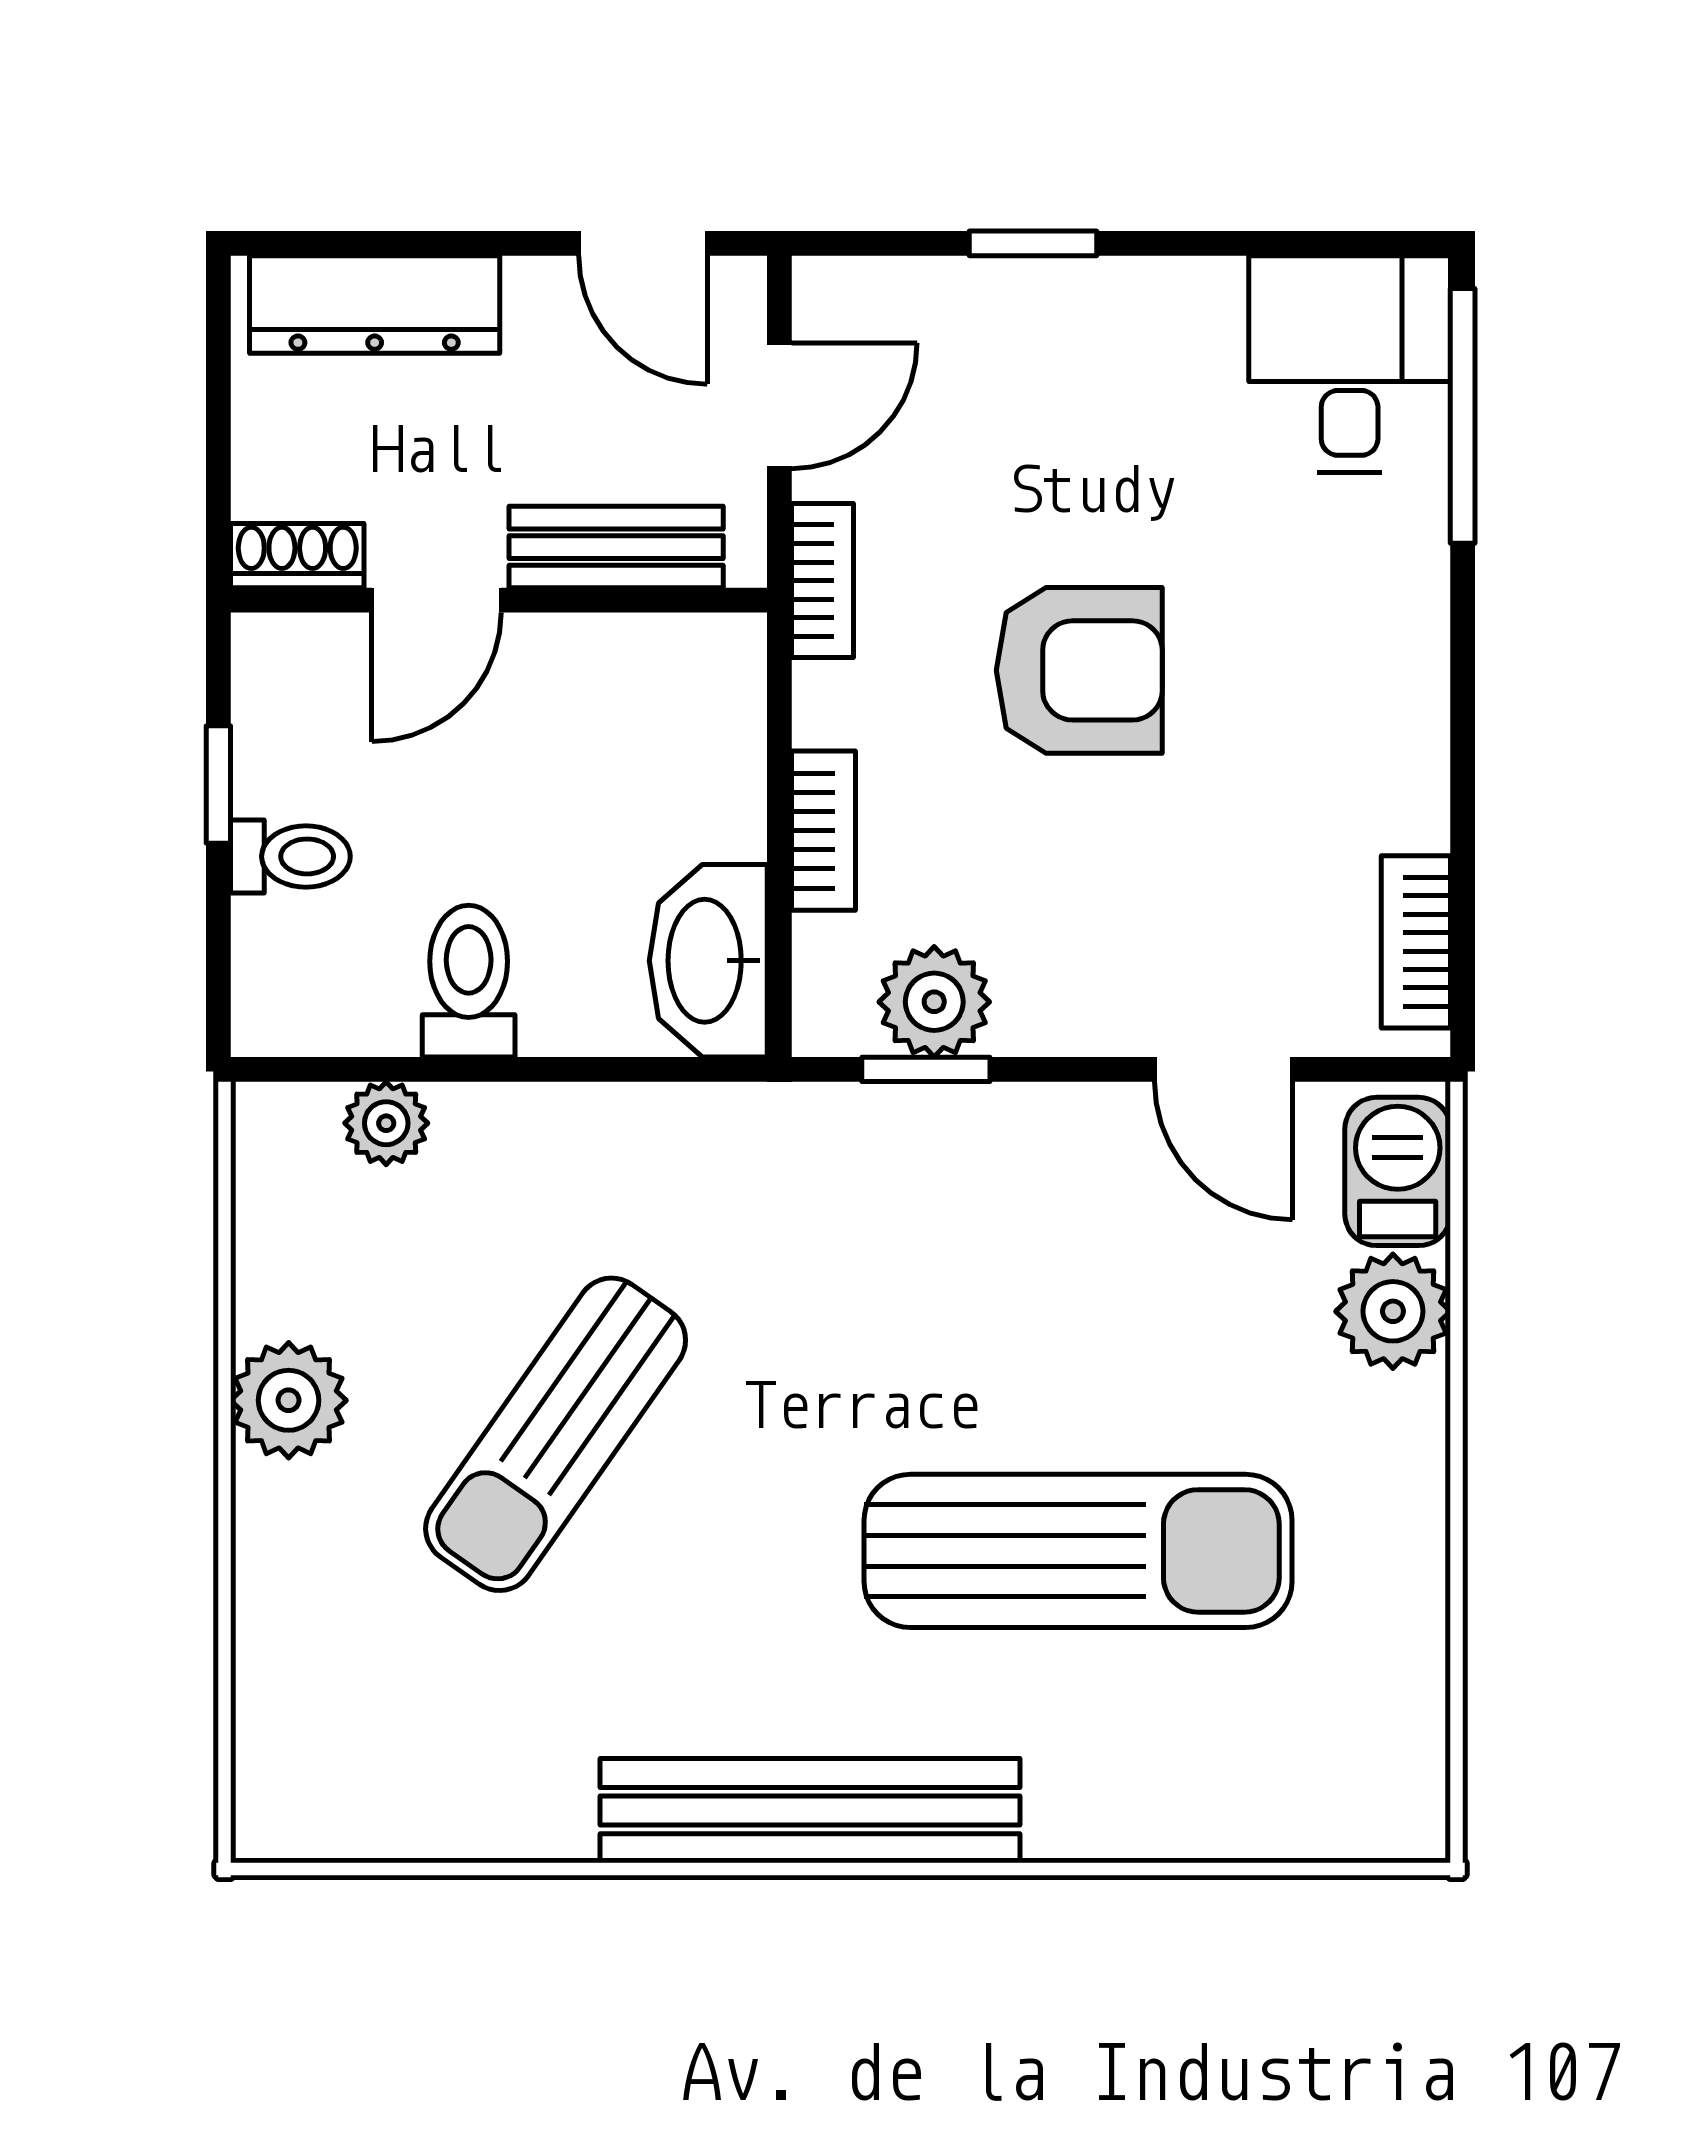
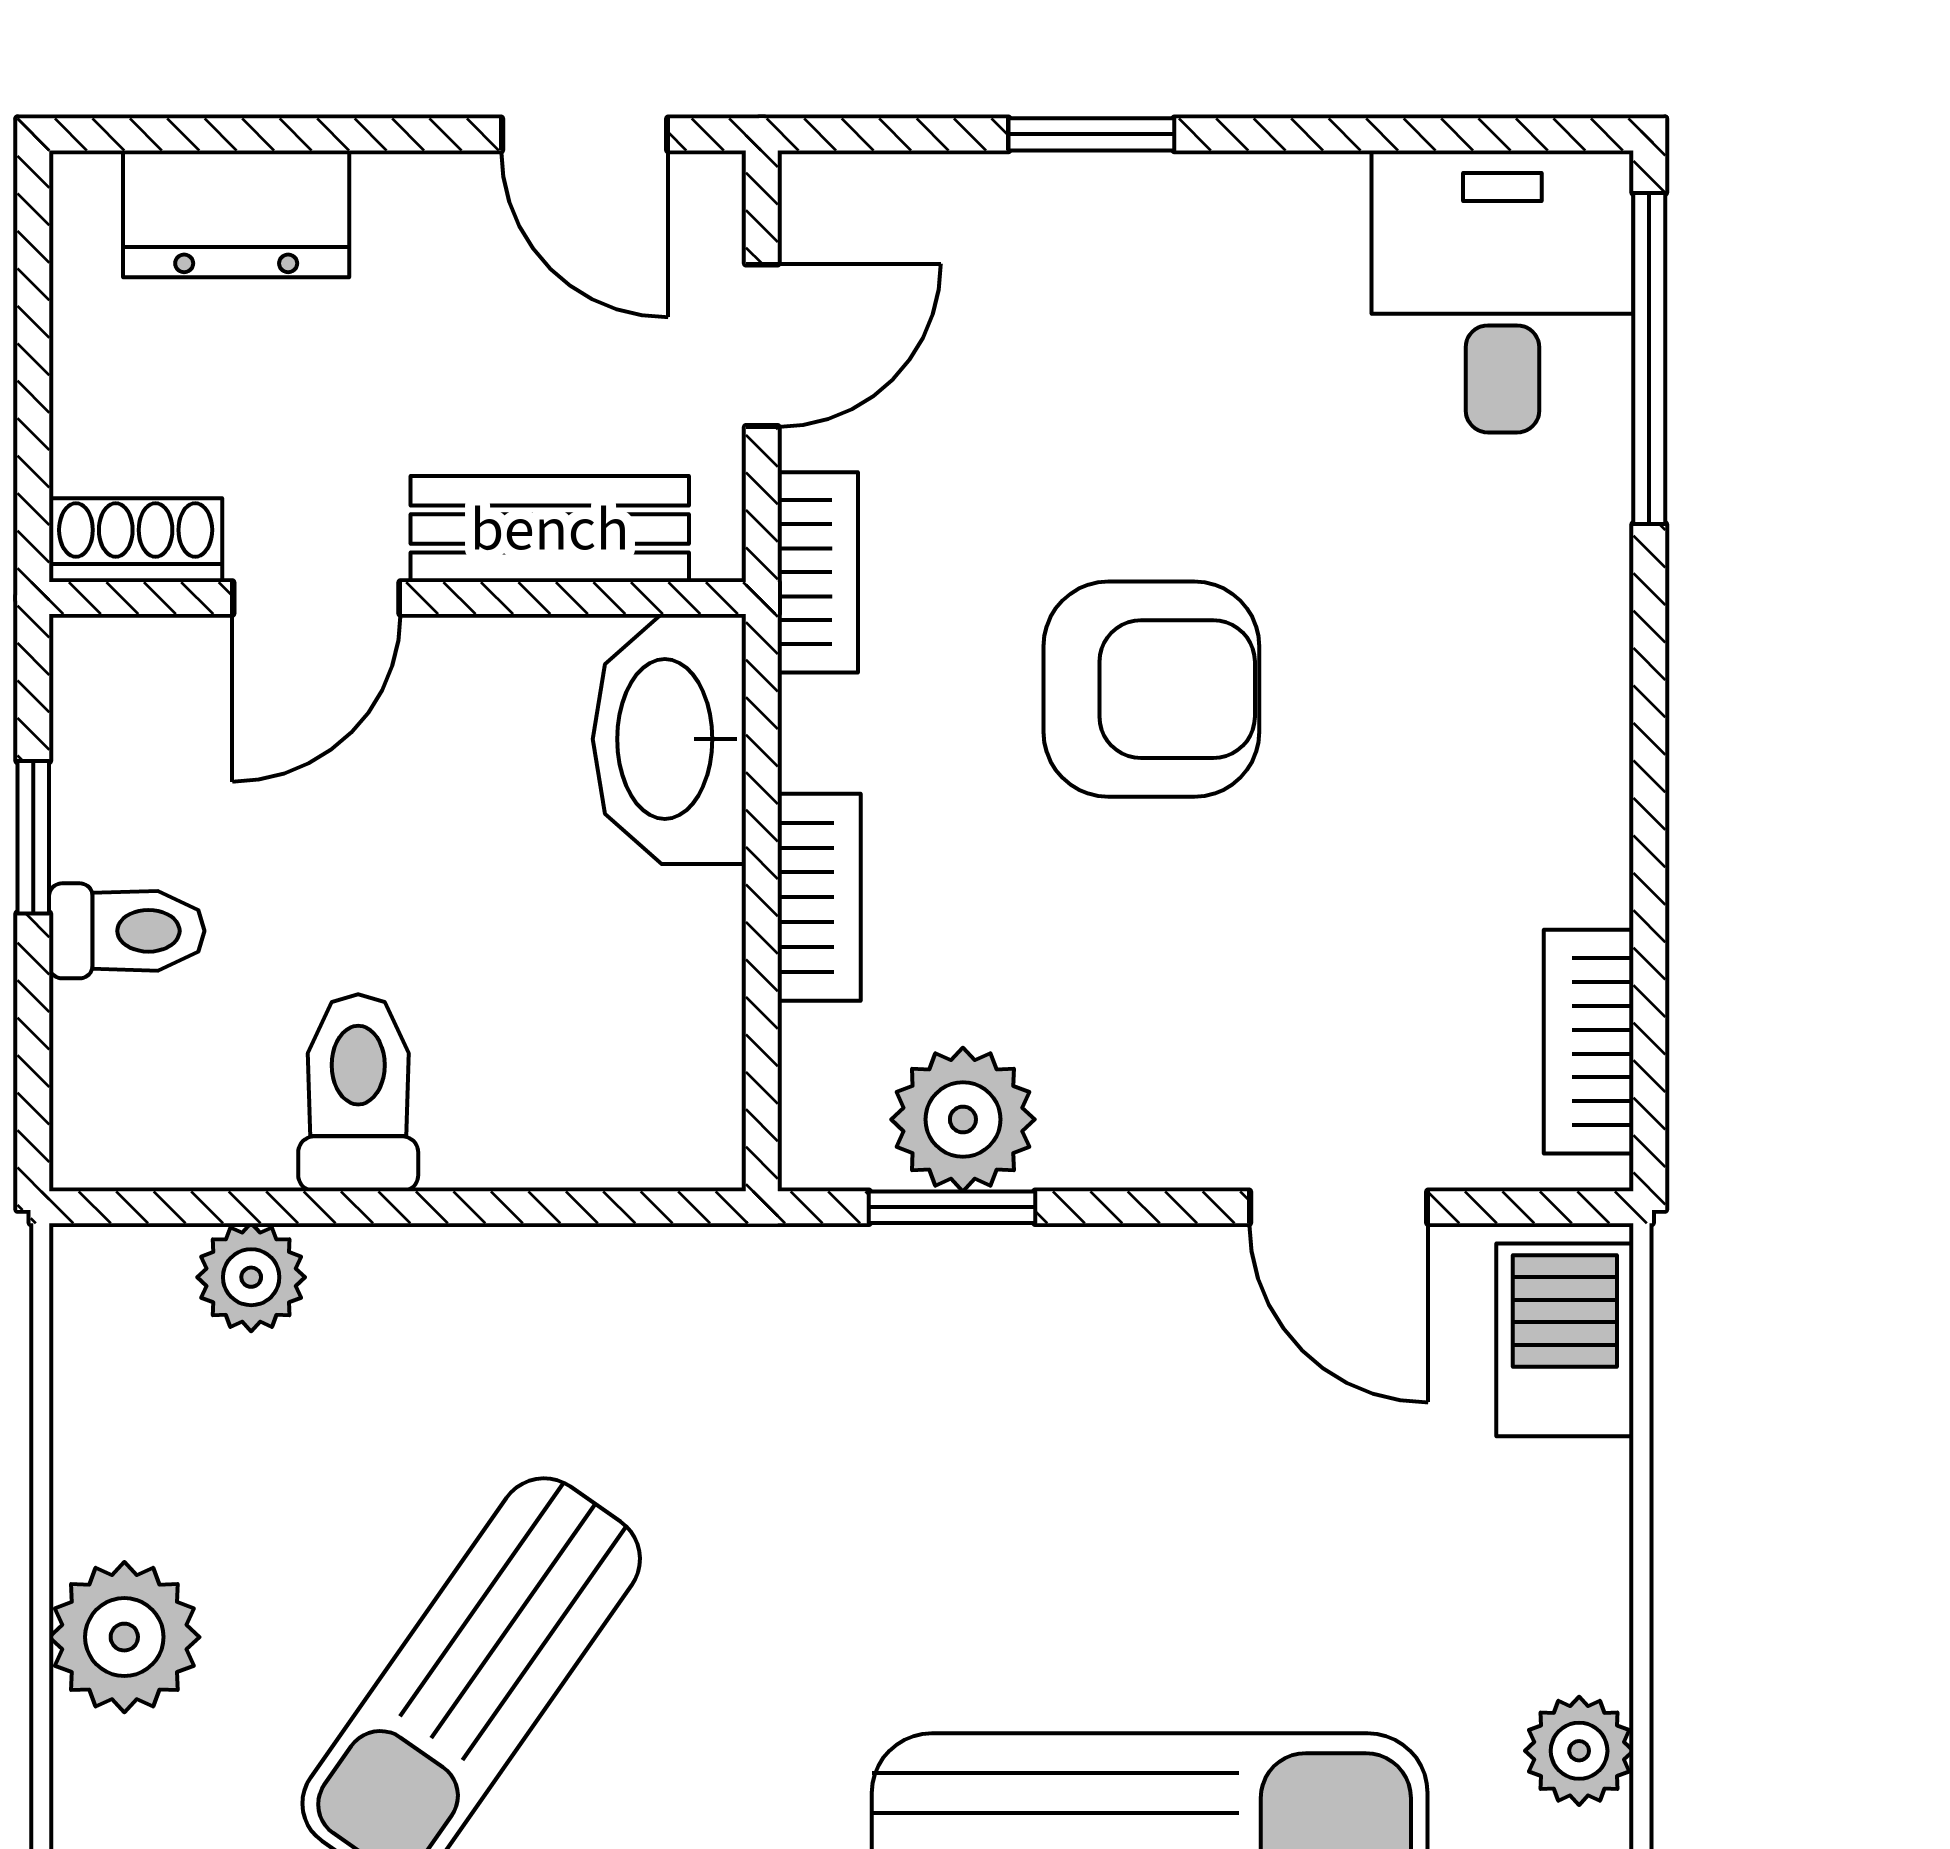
dresser: (375, 304) -> (236, 214), width x0.70
washbasin: (708, 961) -> (669, 739), moved
plant: (1393, 1311) -> (1579, 1751), moved, width x0.73, depth x0.73

